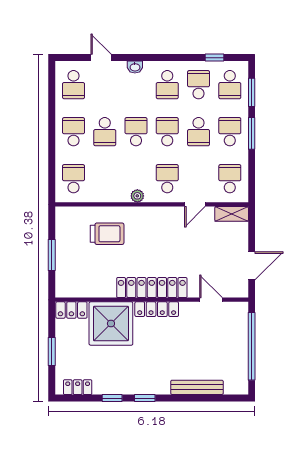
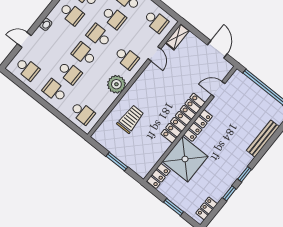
school desk: (73, 179) -> (82, 113), turned 180
school desk: (167, 179) -> (126, 58), turned 180
school desk: (230, 179) -> (156, 21), turned 180
plant: (137, 196) -> (116, 84), width x1.88, depth x1.88

